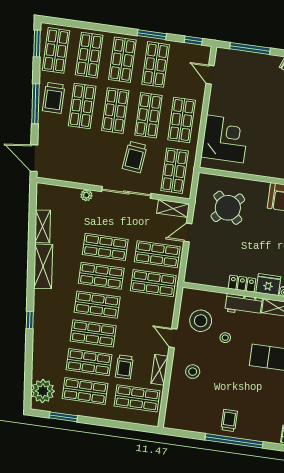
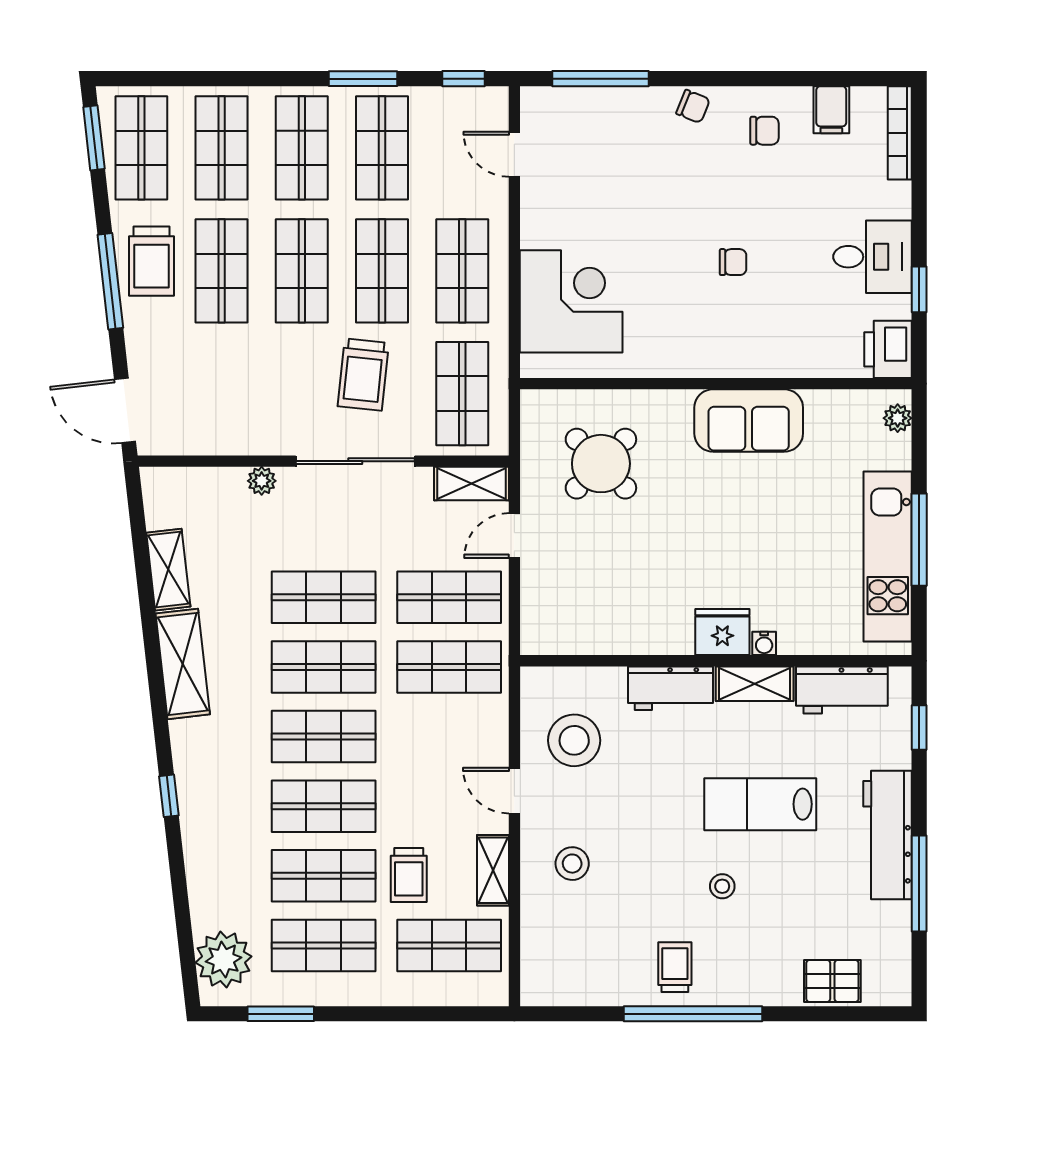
locker: (242, 284) -> (660, 639), removed
stool: (225, 338) -> (722, 886), moved

